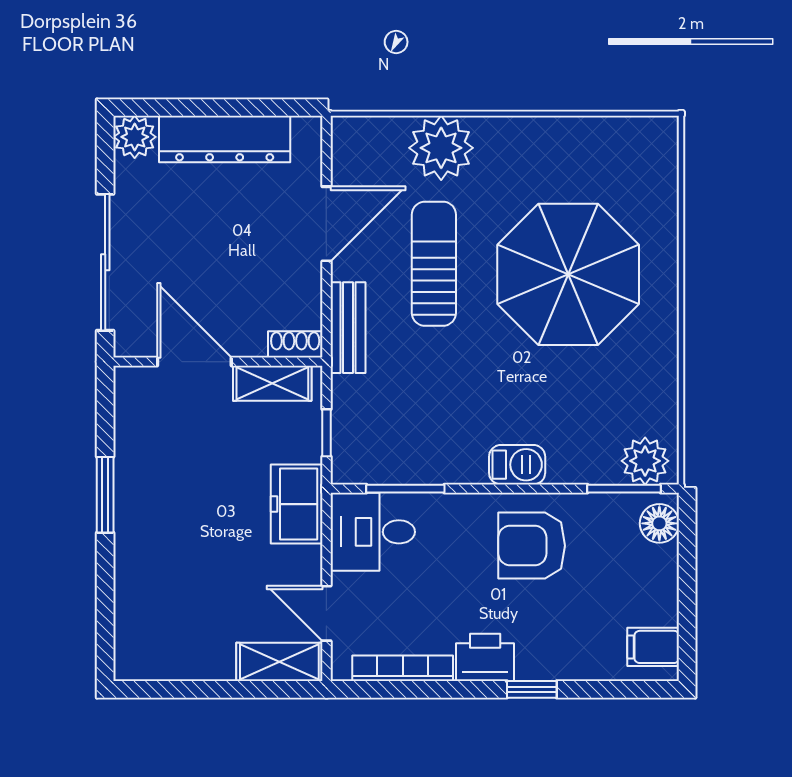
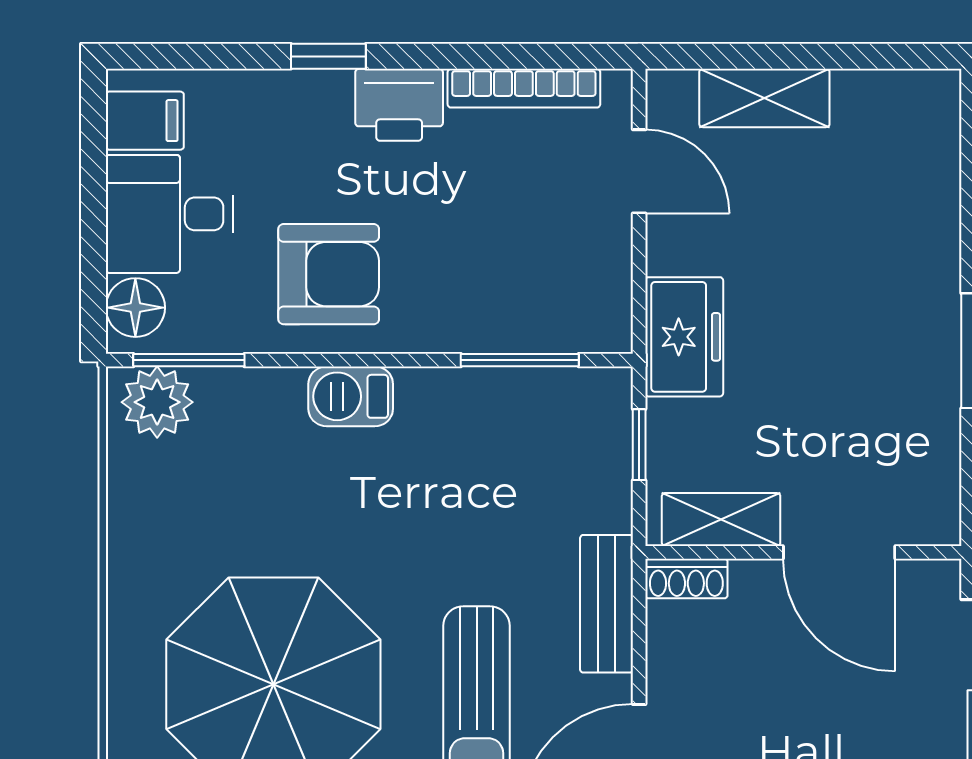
desk: (373, 532) -> (170, 214), moved, turned 180
shelving: (279, 662) -> (764, 98), moved

